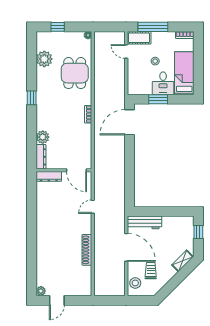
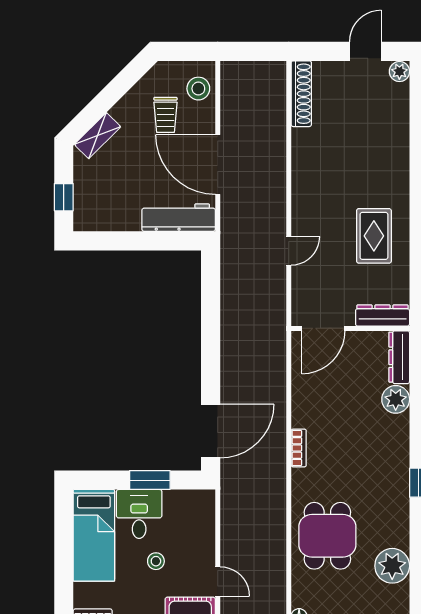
door: (77, 170) -> (323, 328), swing flipped
rug: (53, 214) -> (374, 236), added
shoe rack: (87, 250) -> (301, 94), moved

